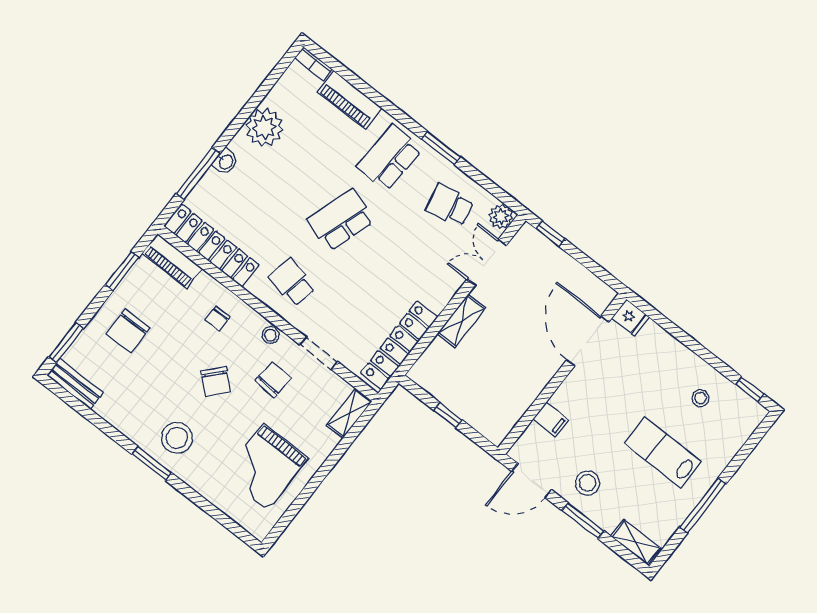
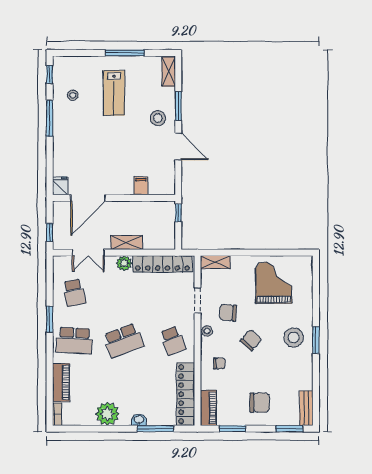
plant: (501, 217) -> (124, 263), moved
school desk: (341, 220) -> (124, 341), turned -39
school desk: (292, 282) -> (173, 341), turned -33
fridge: (630, 318) -> (60, 186), moved
door: (588, 341) -> (88, 198), moved
window: (694, 346) -> (50, 118), added
wall: (562, 374) -> (114, 198), moved
filing cabinet: (551, 419) -> (141, 186), moved
grand piano: (266, 467) -> (274, 283), turned -90

